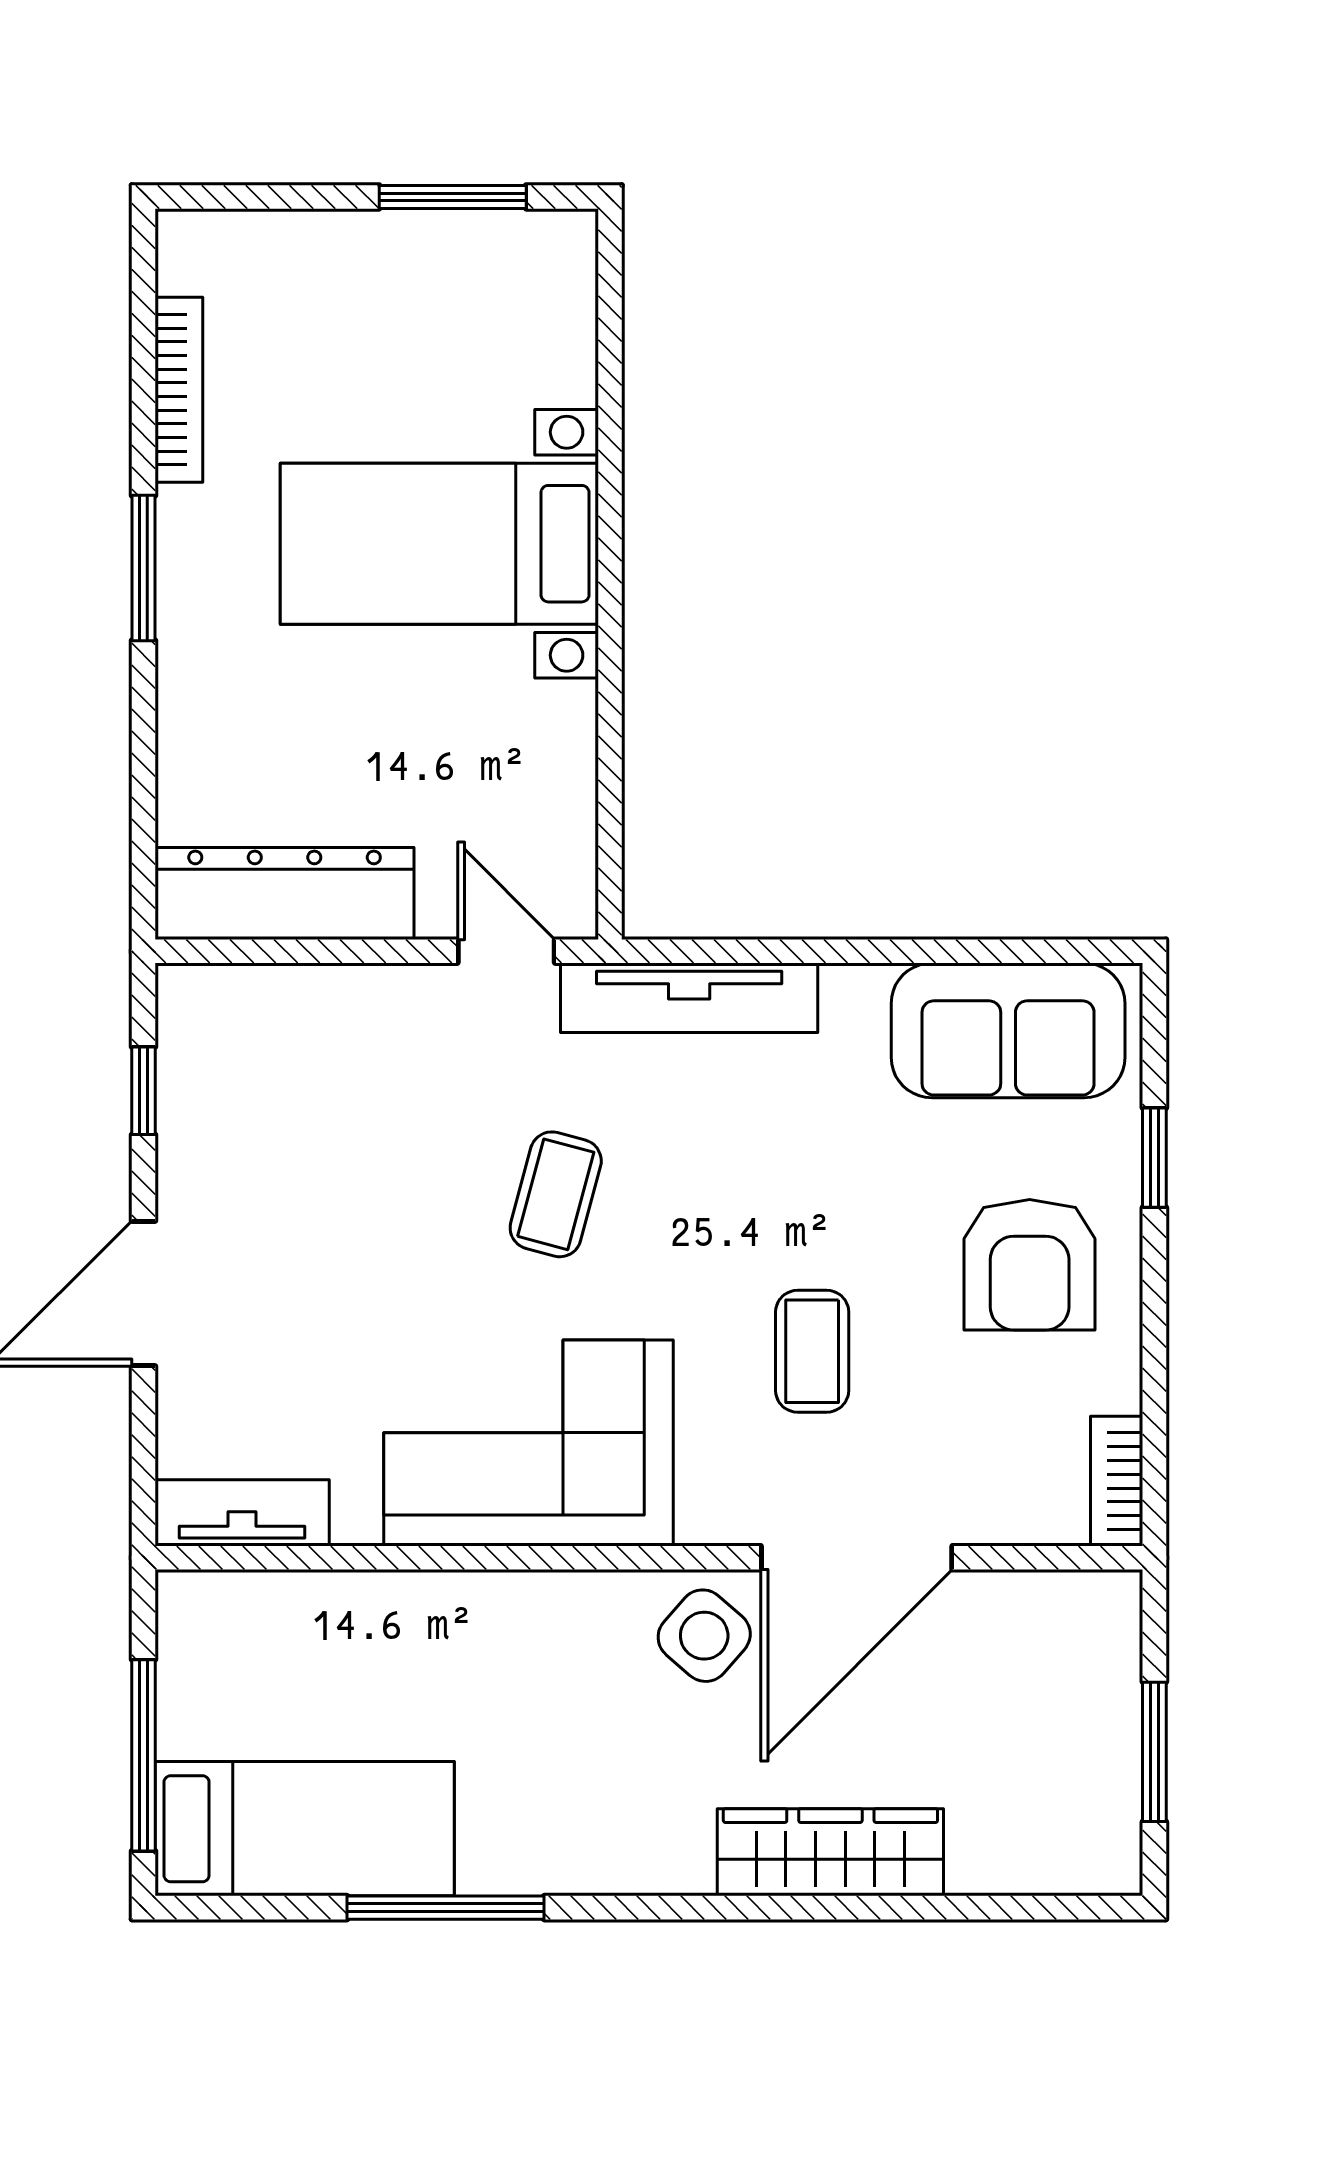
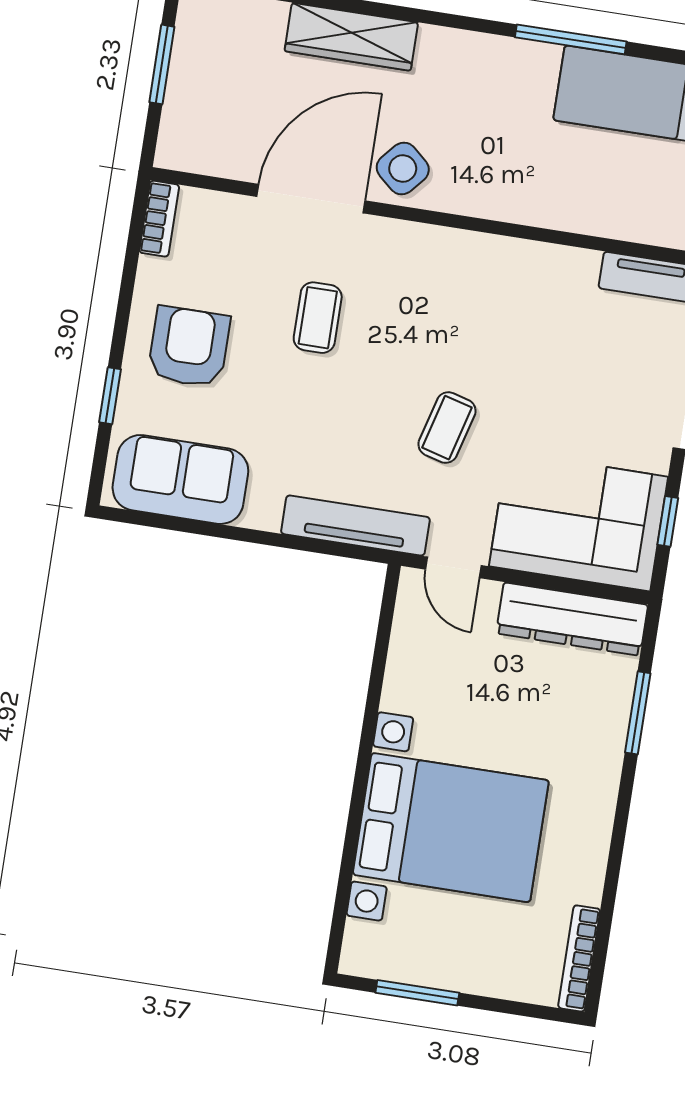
bookcase: (179, 390) -> (579, 958), moved
bed with nightstands: (439, 544) -> (451, 828), width x1.36
window: (143, 568) -> (638, 713), moved
corner sofa: (529, 1443) -> (579, 521), moved, turned 180

